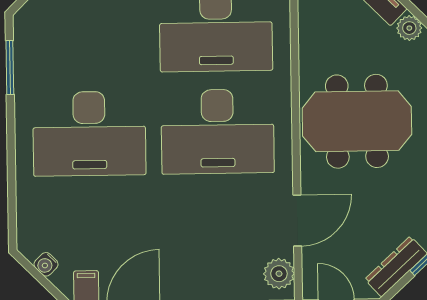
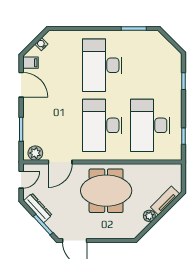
meeting table: (357, 121) -> (106, 191), turned 90
door: (297, 221) -> (60, 162), hinge flipped

